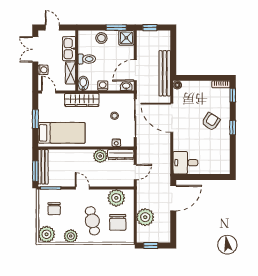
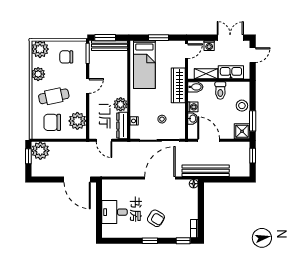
washbasin: (126, 86) -> (193, 119), moved
desk: (185, 163) -> (115, 212), moved, turned -90
plant: (145, 217) -> (40, 151), moved

